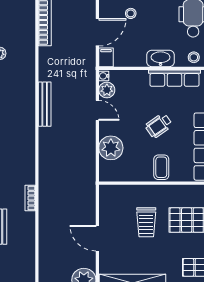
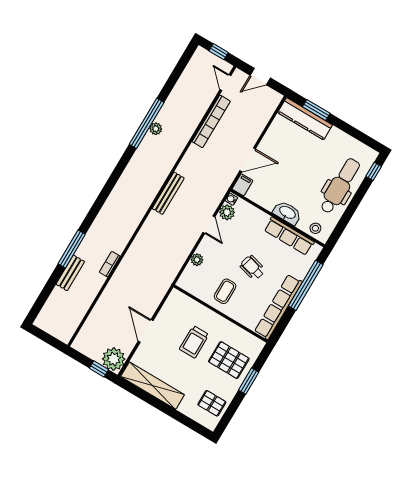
stool: (131, 13) -> (285, 161), removed
wheelchair: (159, 126) -> (252, 268), turned 50
plant: (111, 148) -> (197, 260), width x0.53, depth x0.53
coffee table: (161, 167) -> (225, 291), moved

